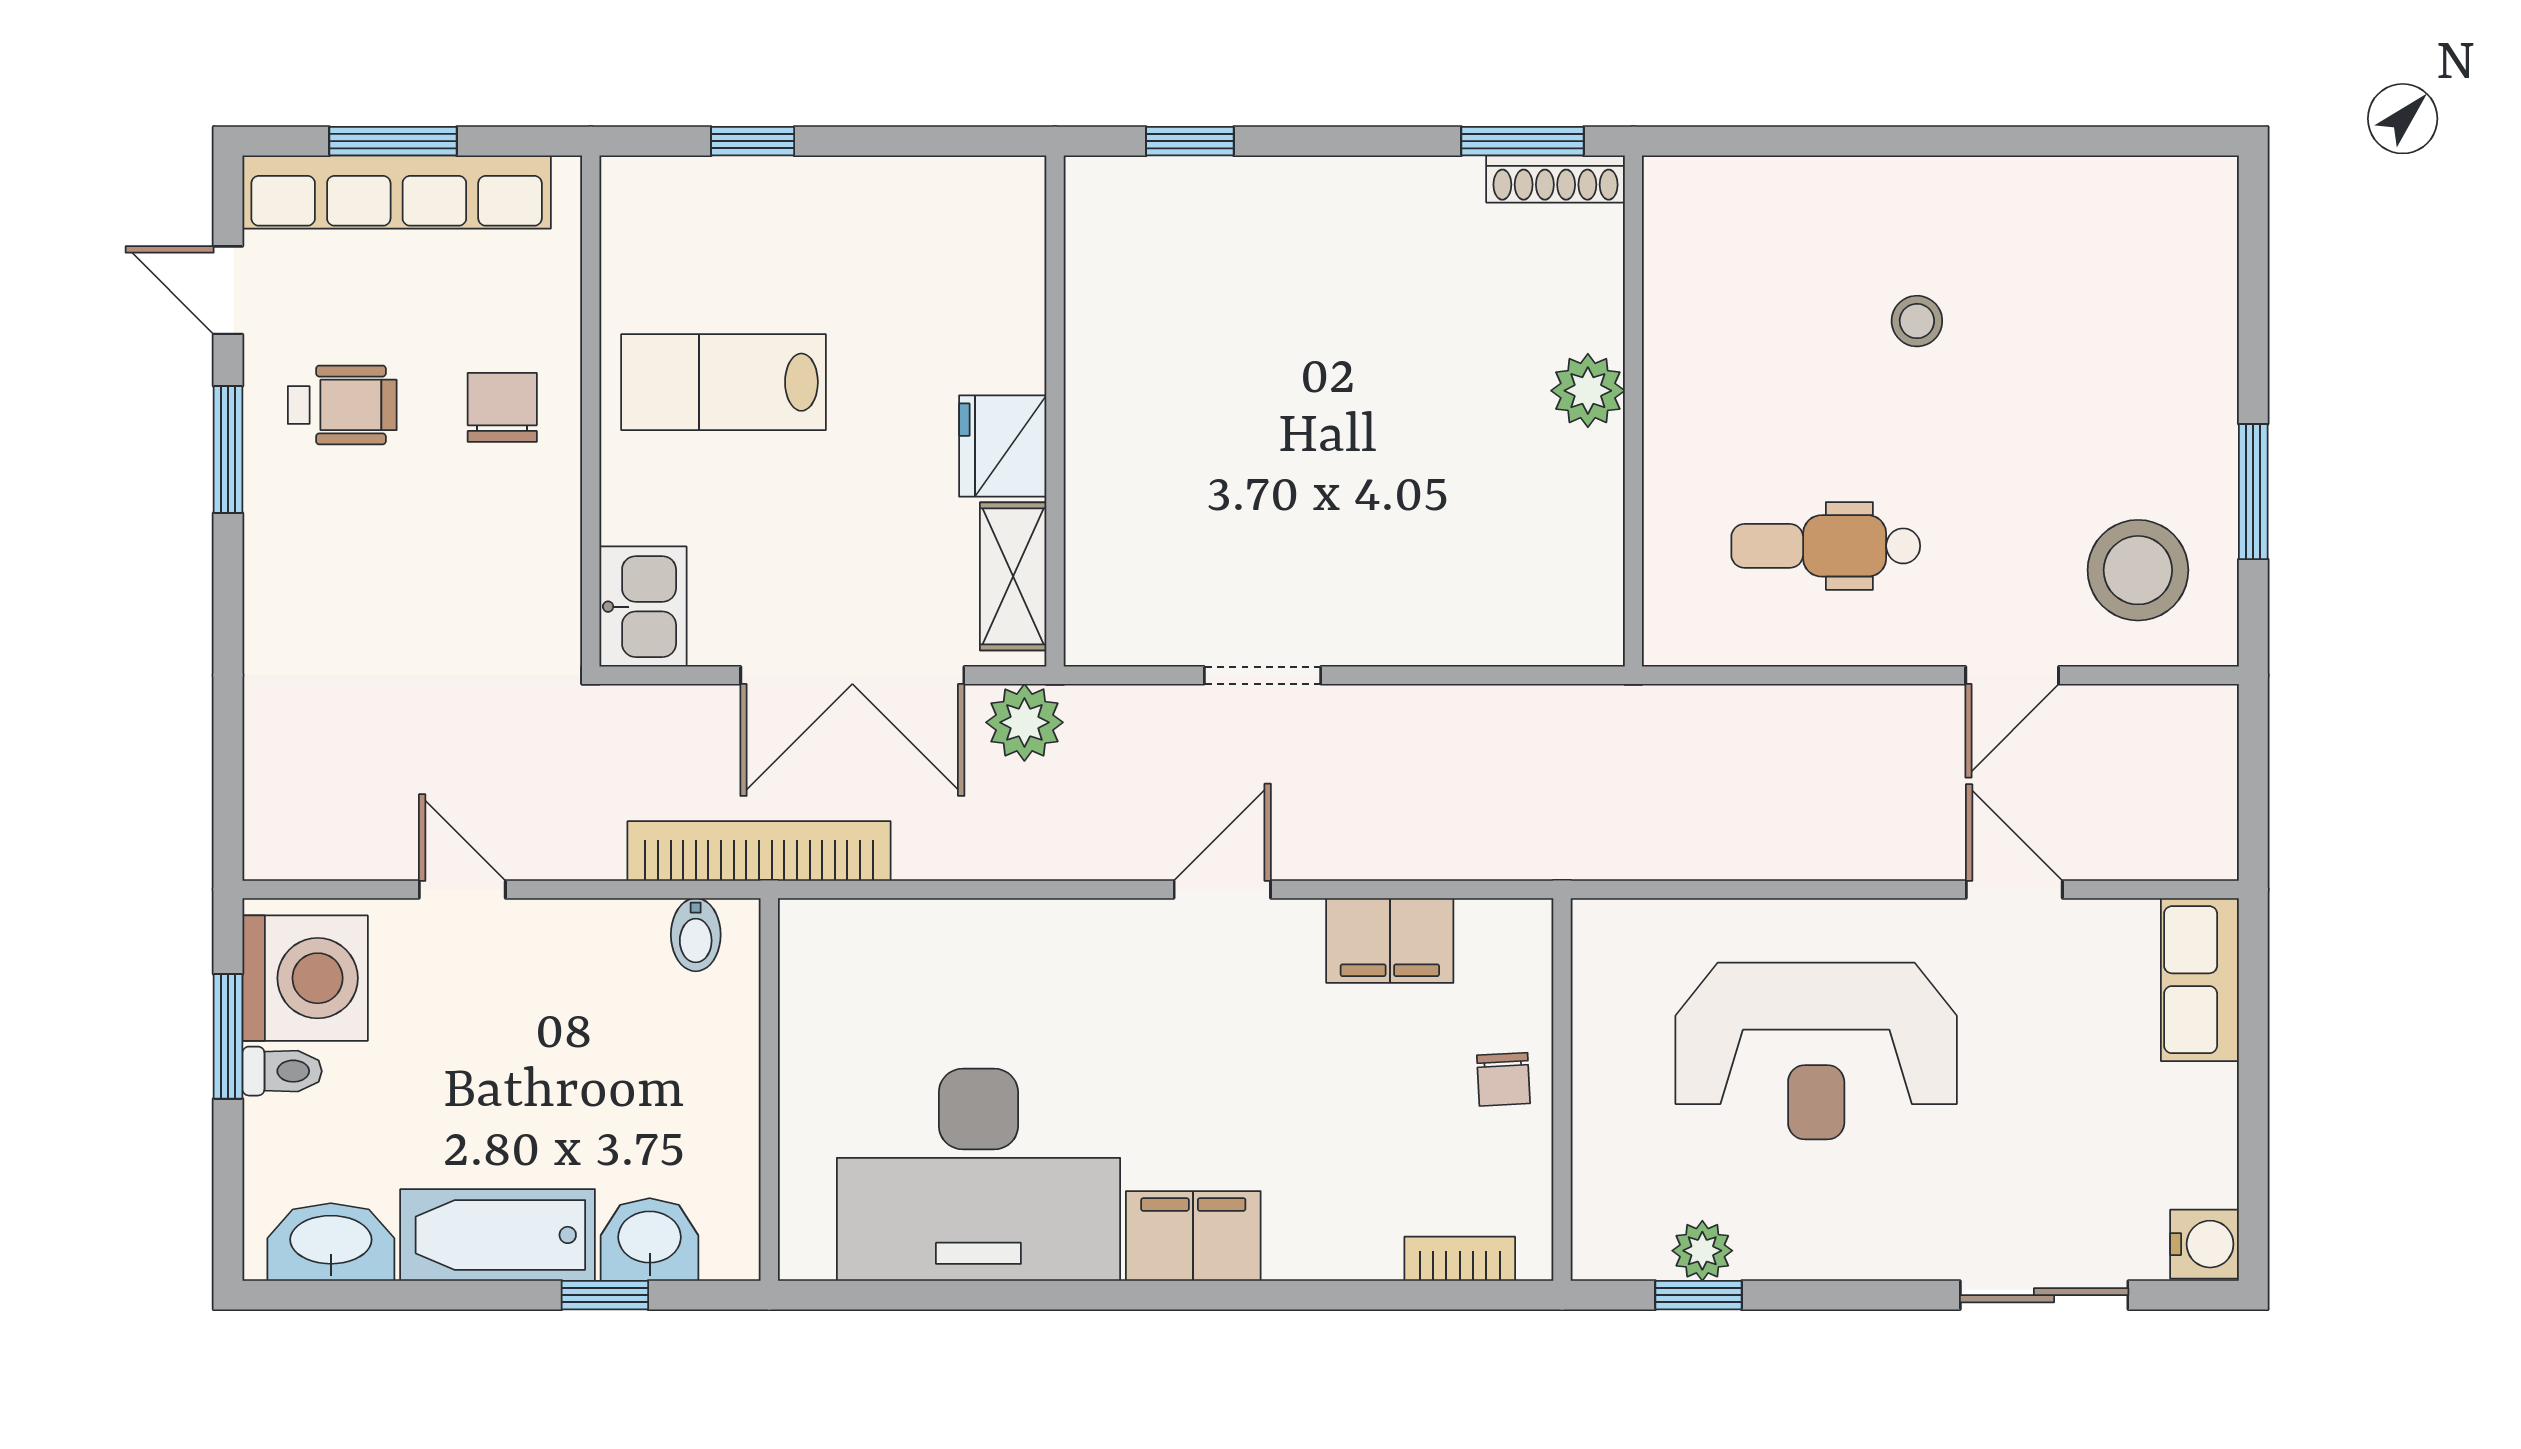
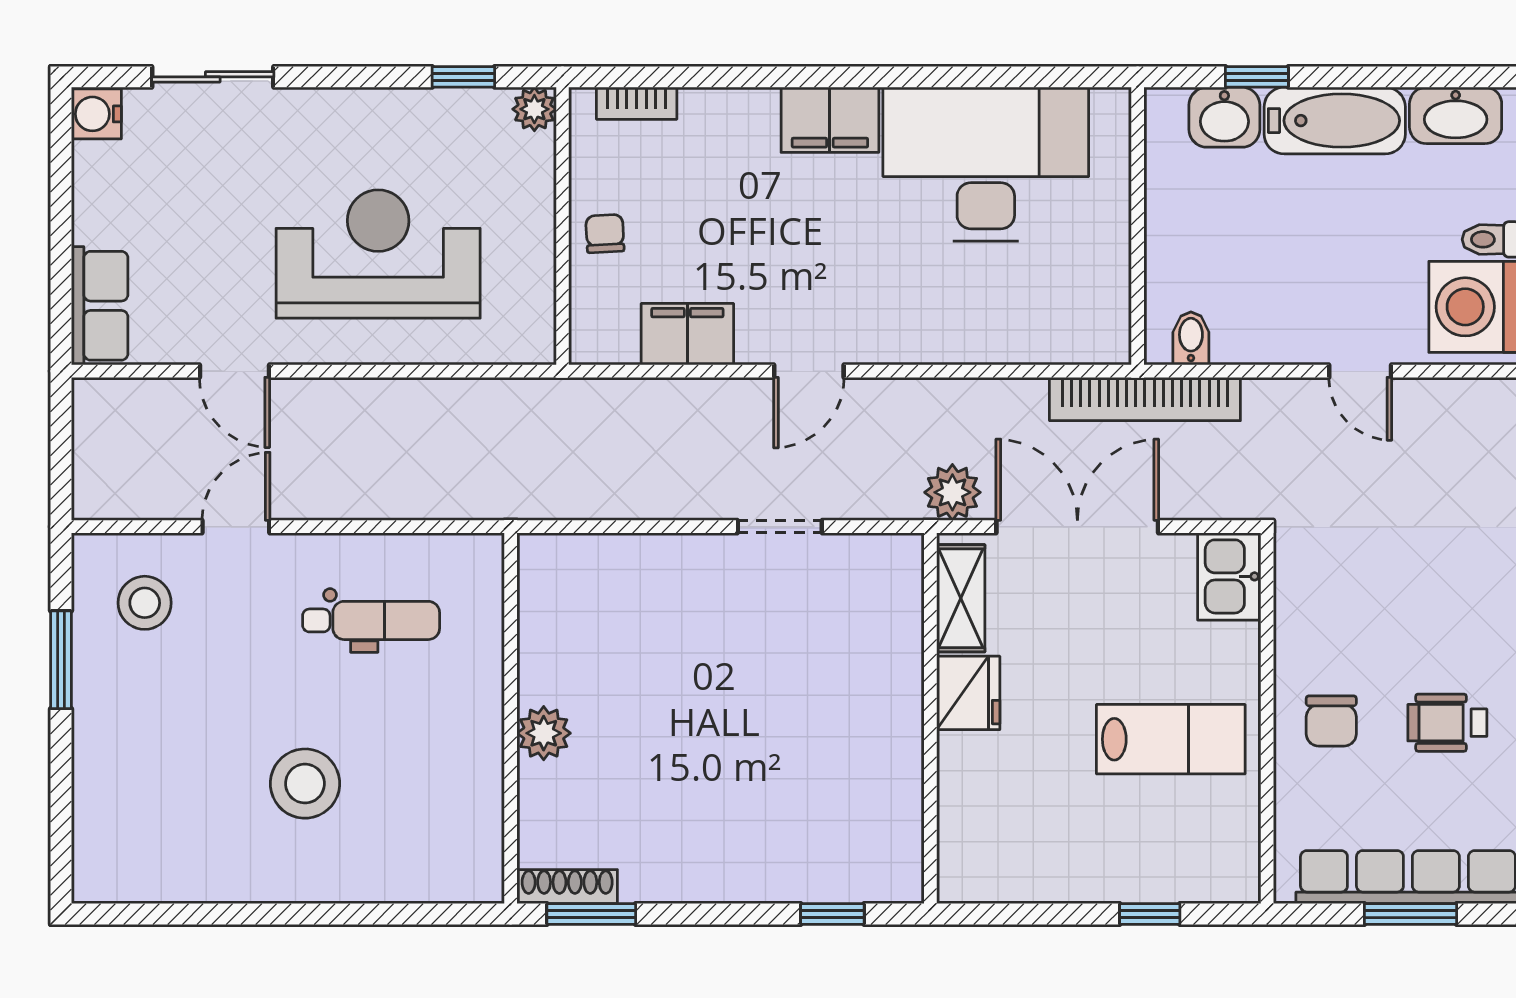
stool: (1917, 321) -> (305, 784), width x1.89, depth x1.89
stool: (2138, 570) -> (145, 603), width x0.73, depth x0.73
plant: (1702, 1251) -> (534, 109), moved

